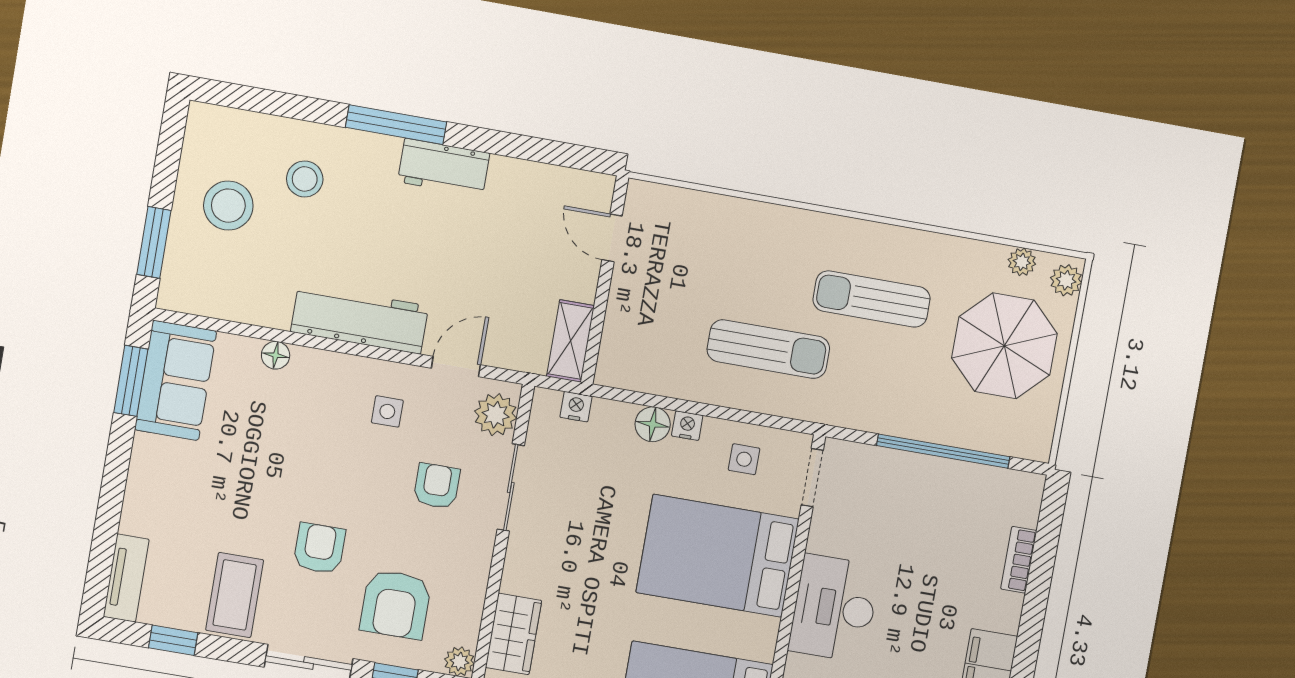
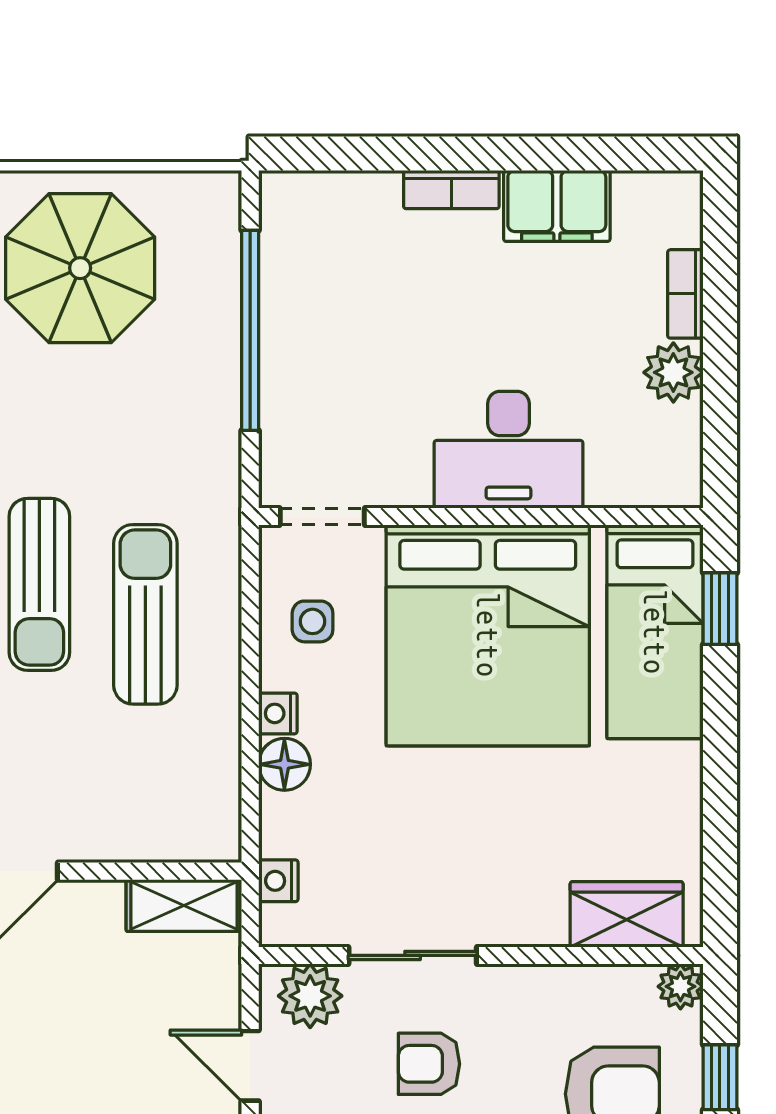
sun lounger: (872, 299) -> (39, 584), moved
bed: (717, 556) -> (488, 635), width x1.36
bookcase: (1019, 560) -> (451, 190), moved

